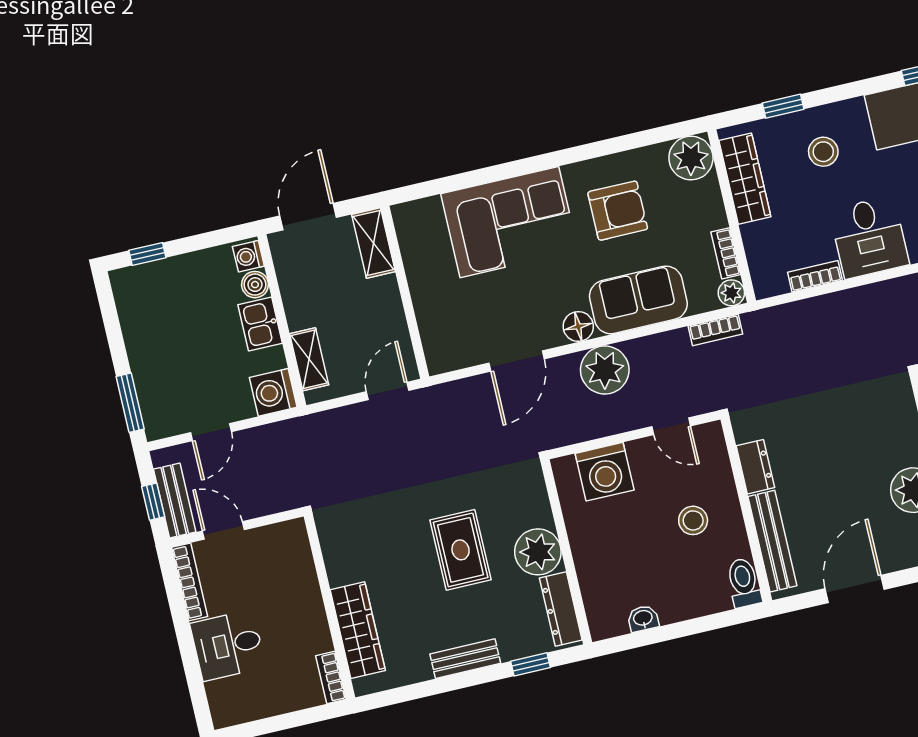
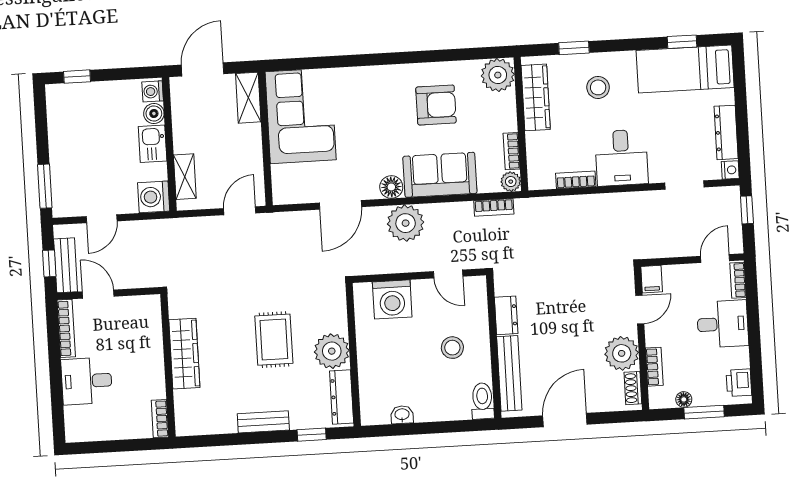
corner sofa: (509, 222) -> (301, 116), moved, turned -90
wardrobe: (358, 630) -> (184, 354), moved

